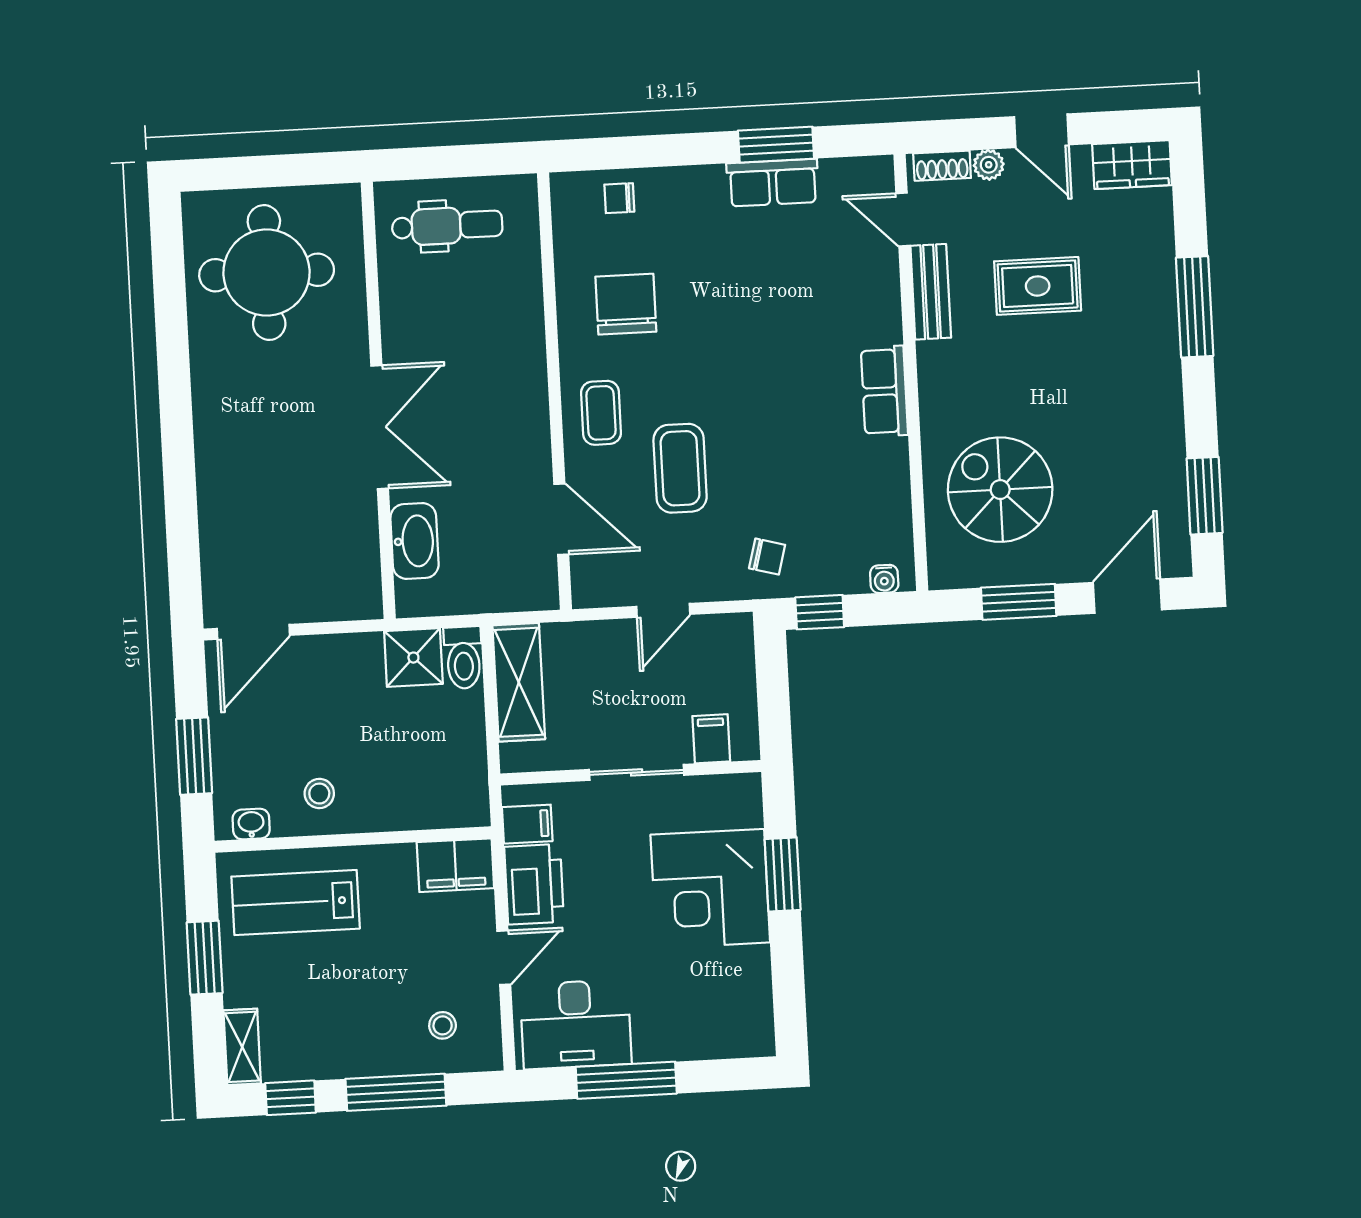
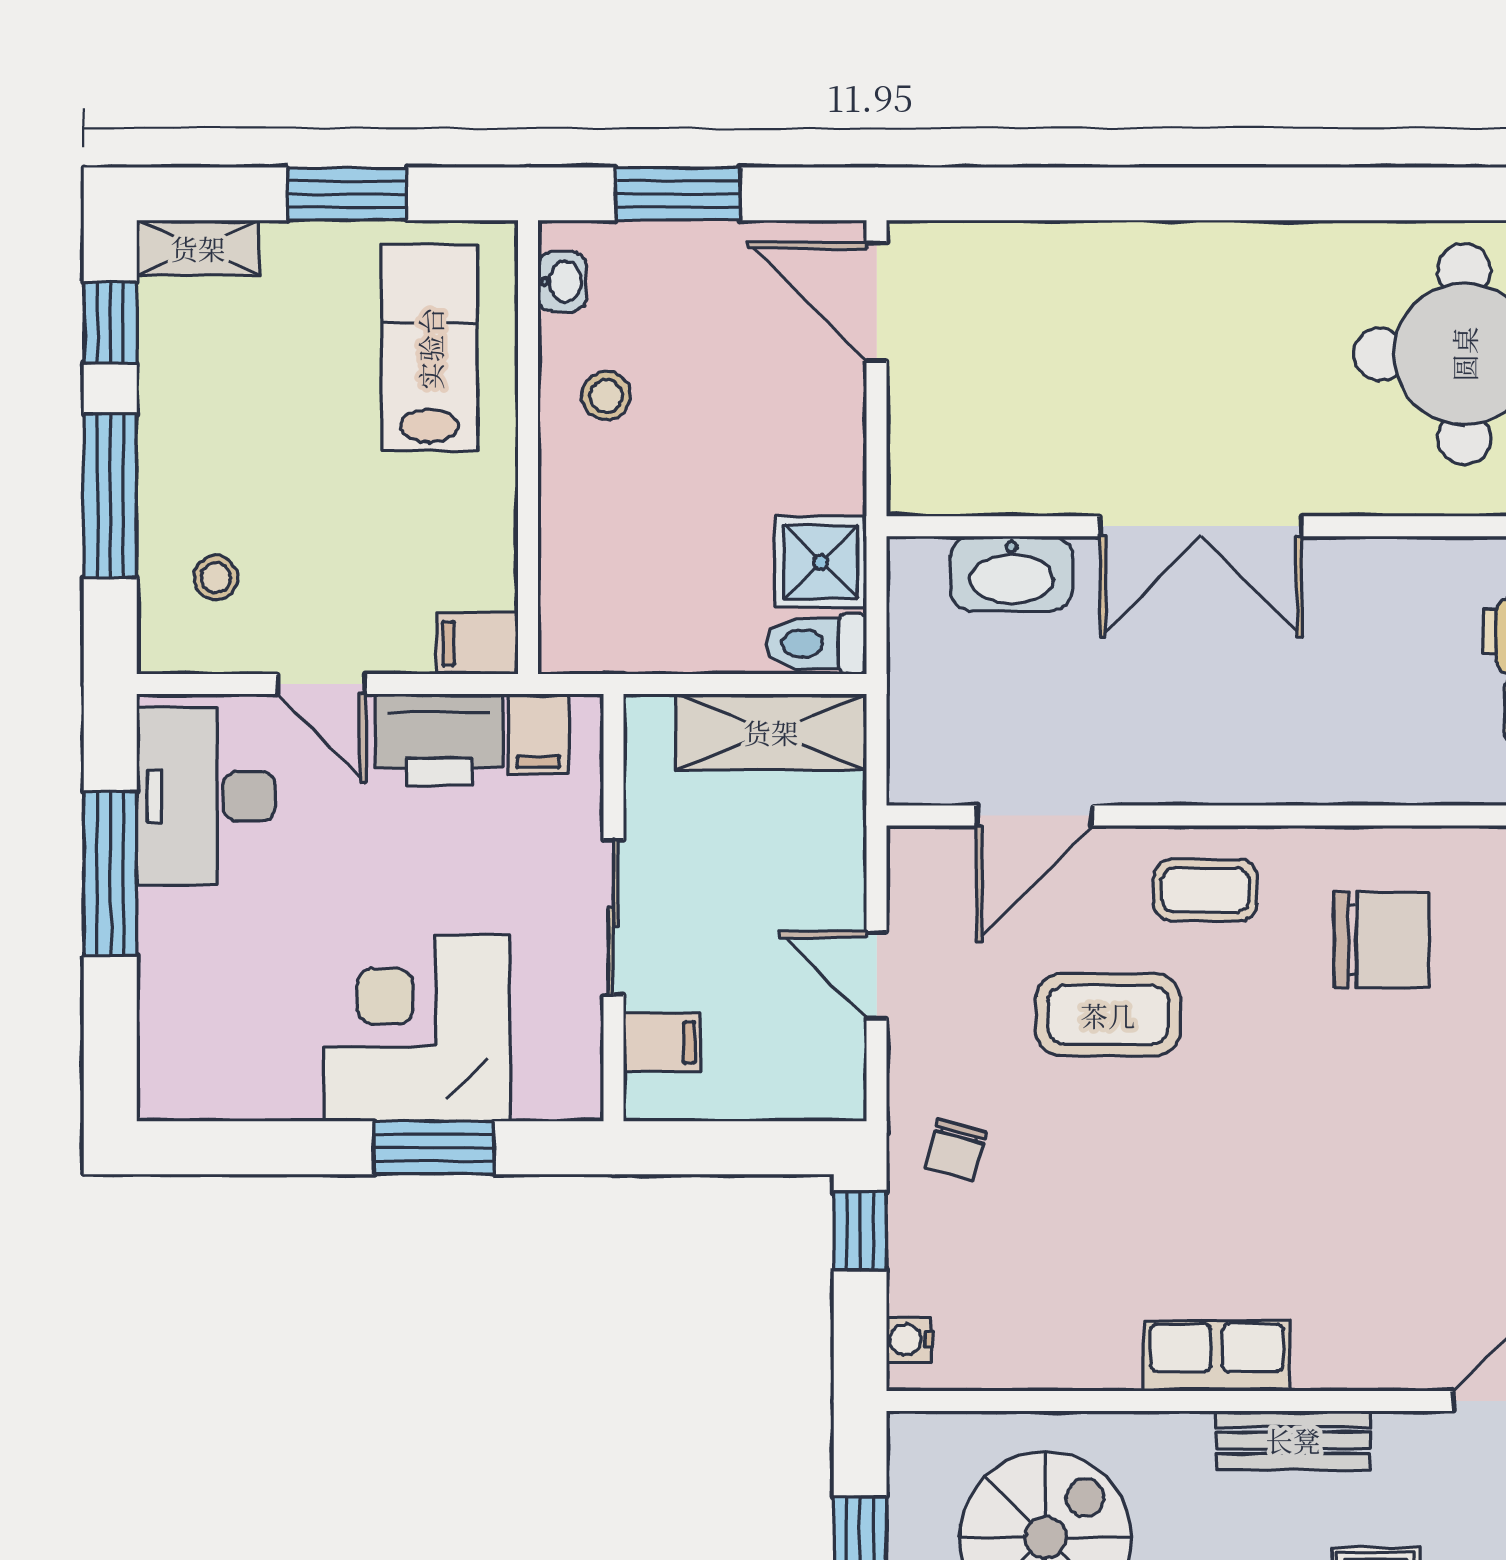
bench: (931, 292) -> (1293, 1440), moved
filing cabinet: (455, 865) -> (477, 643), width x0.50

